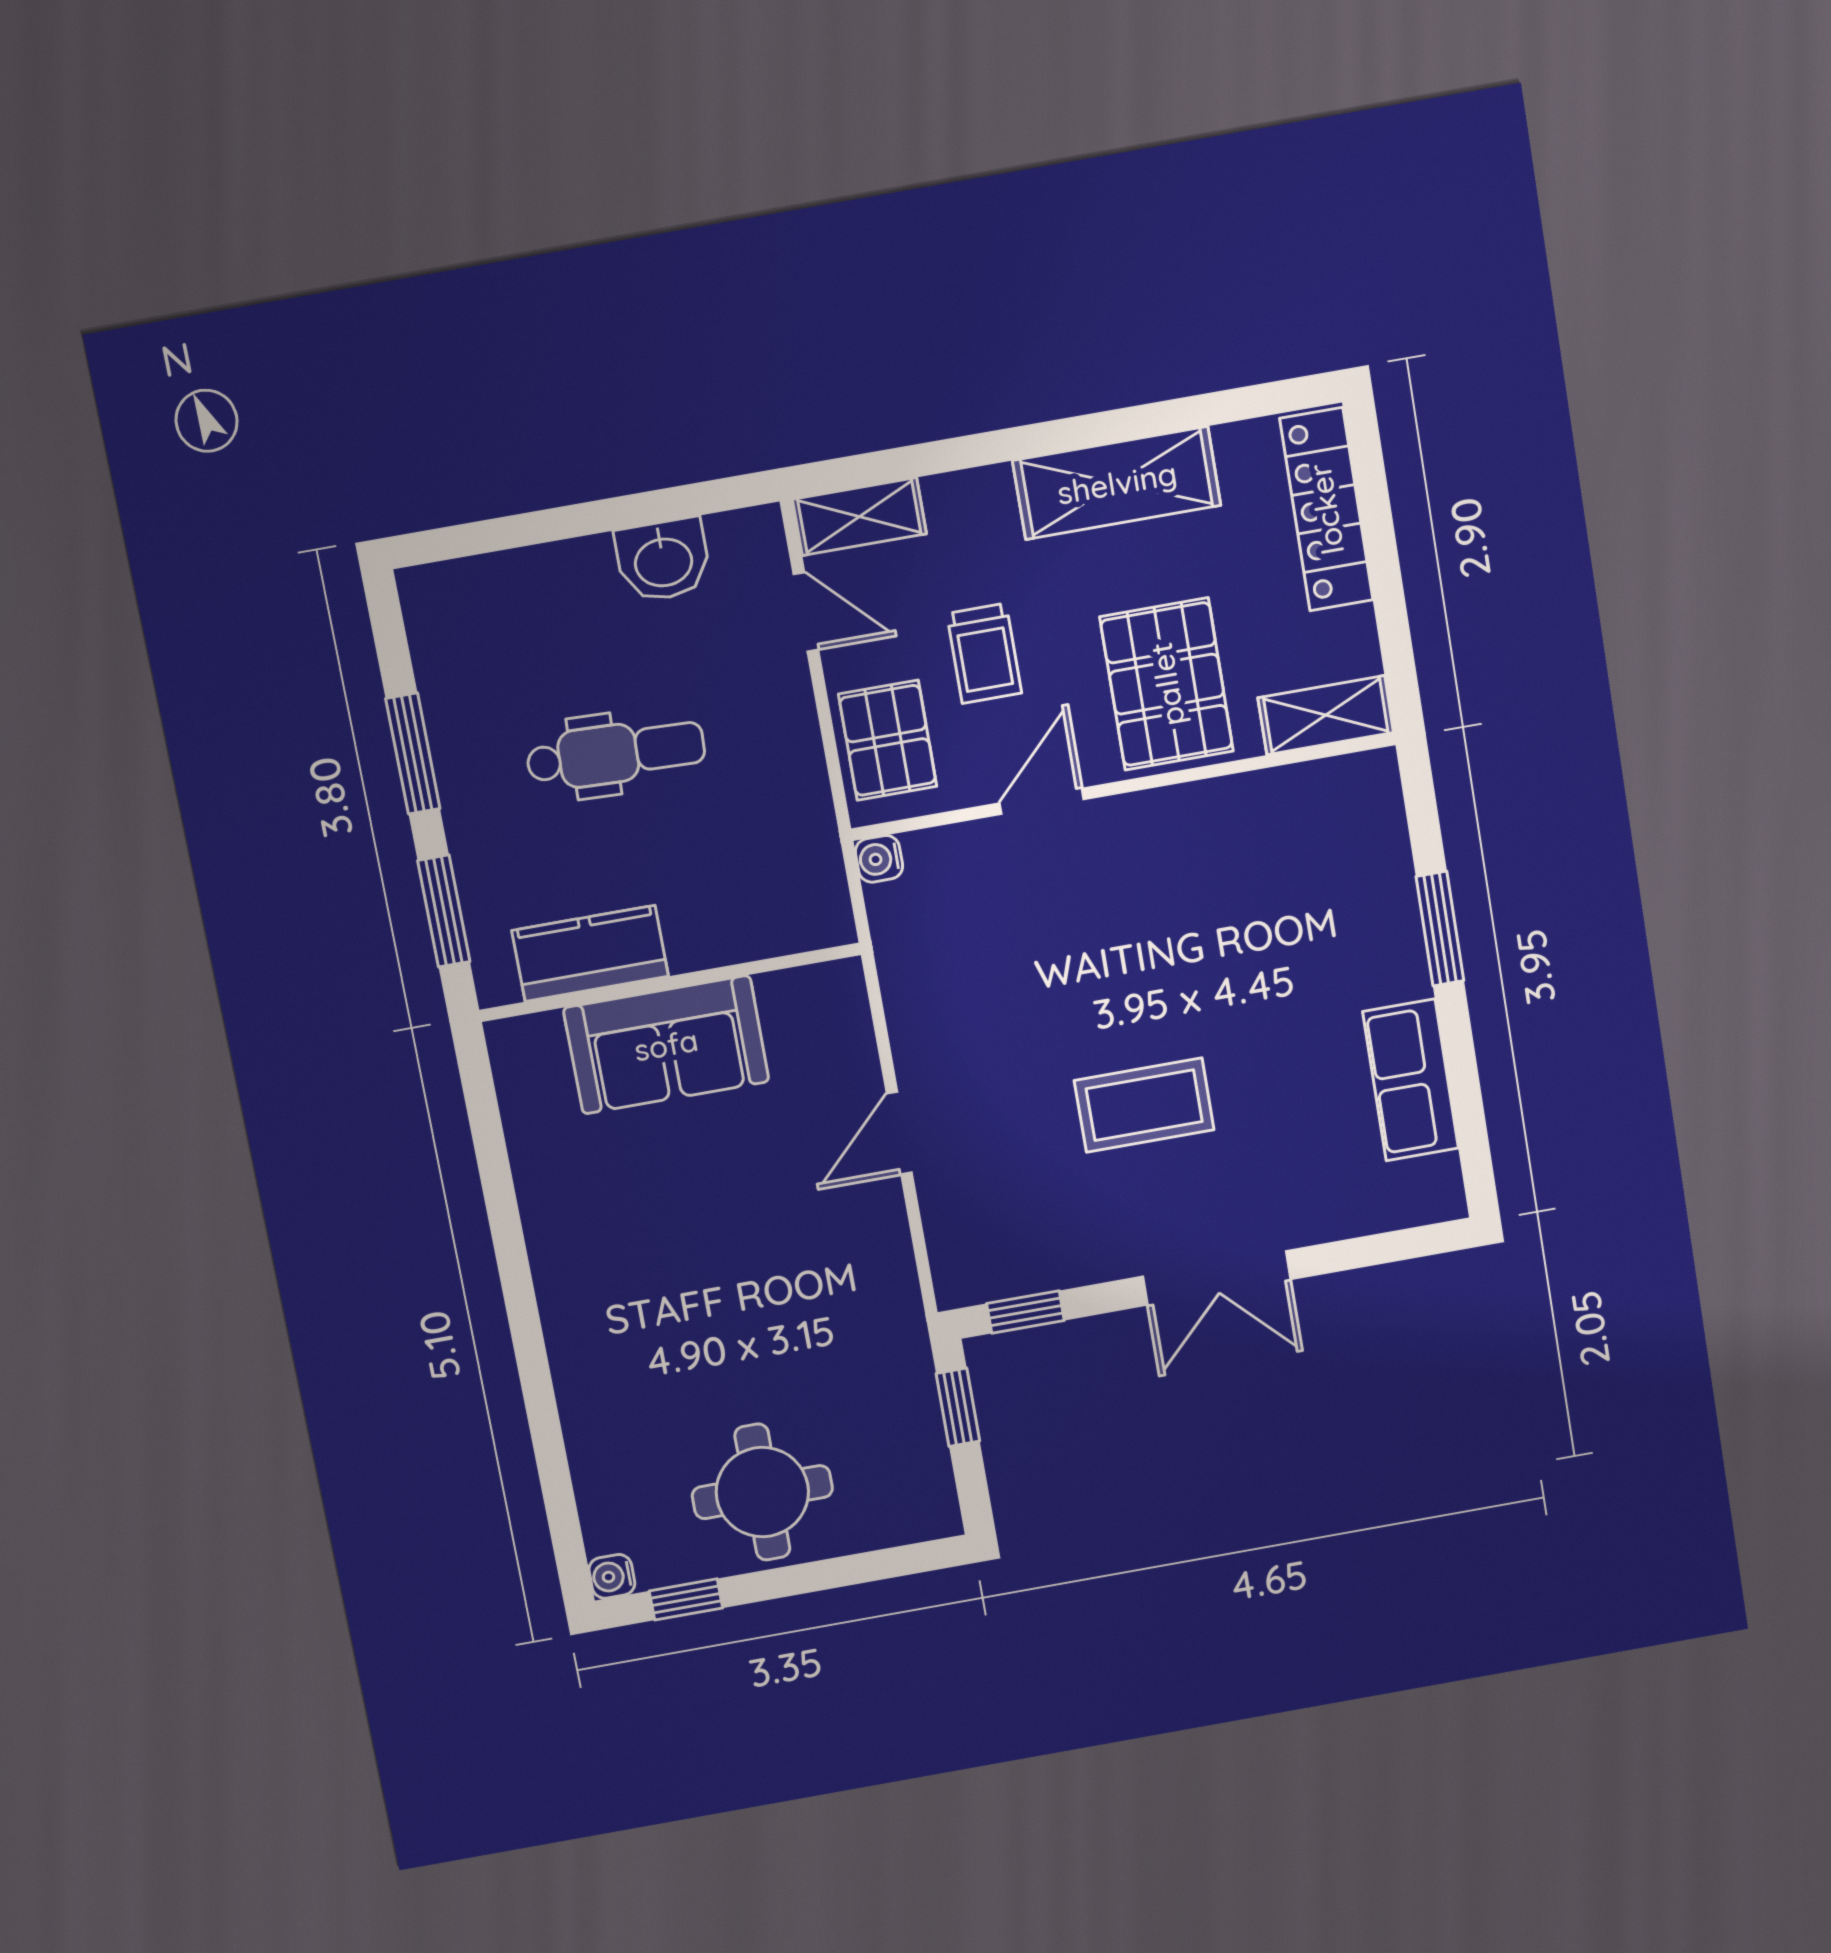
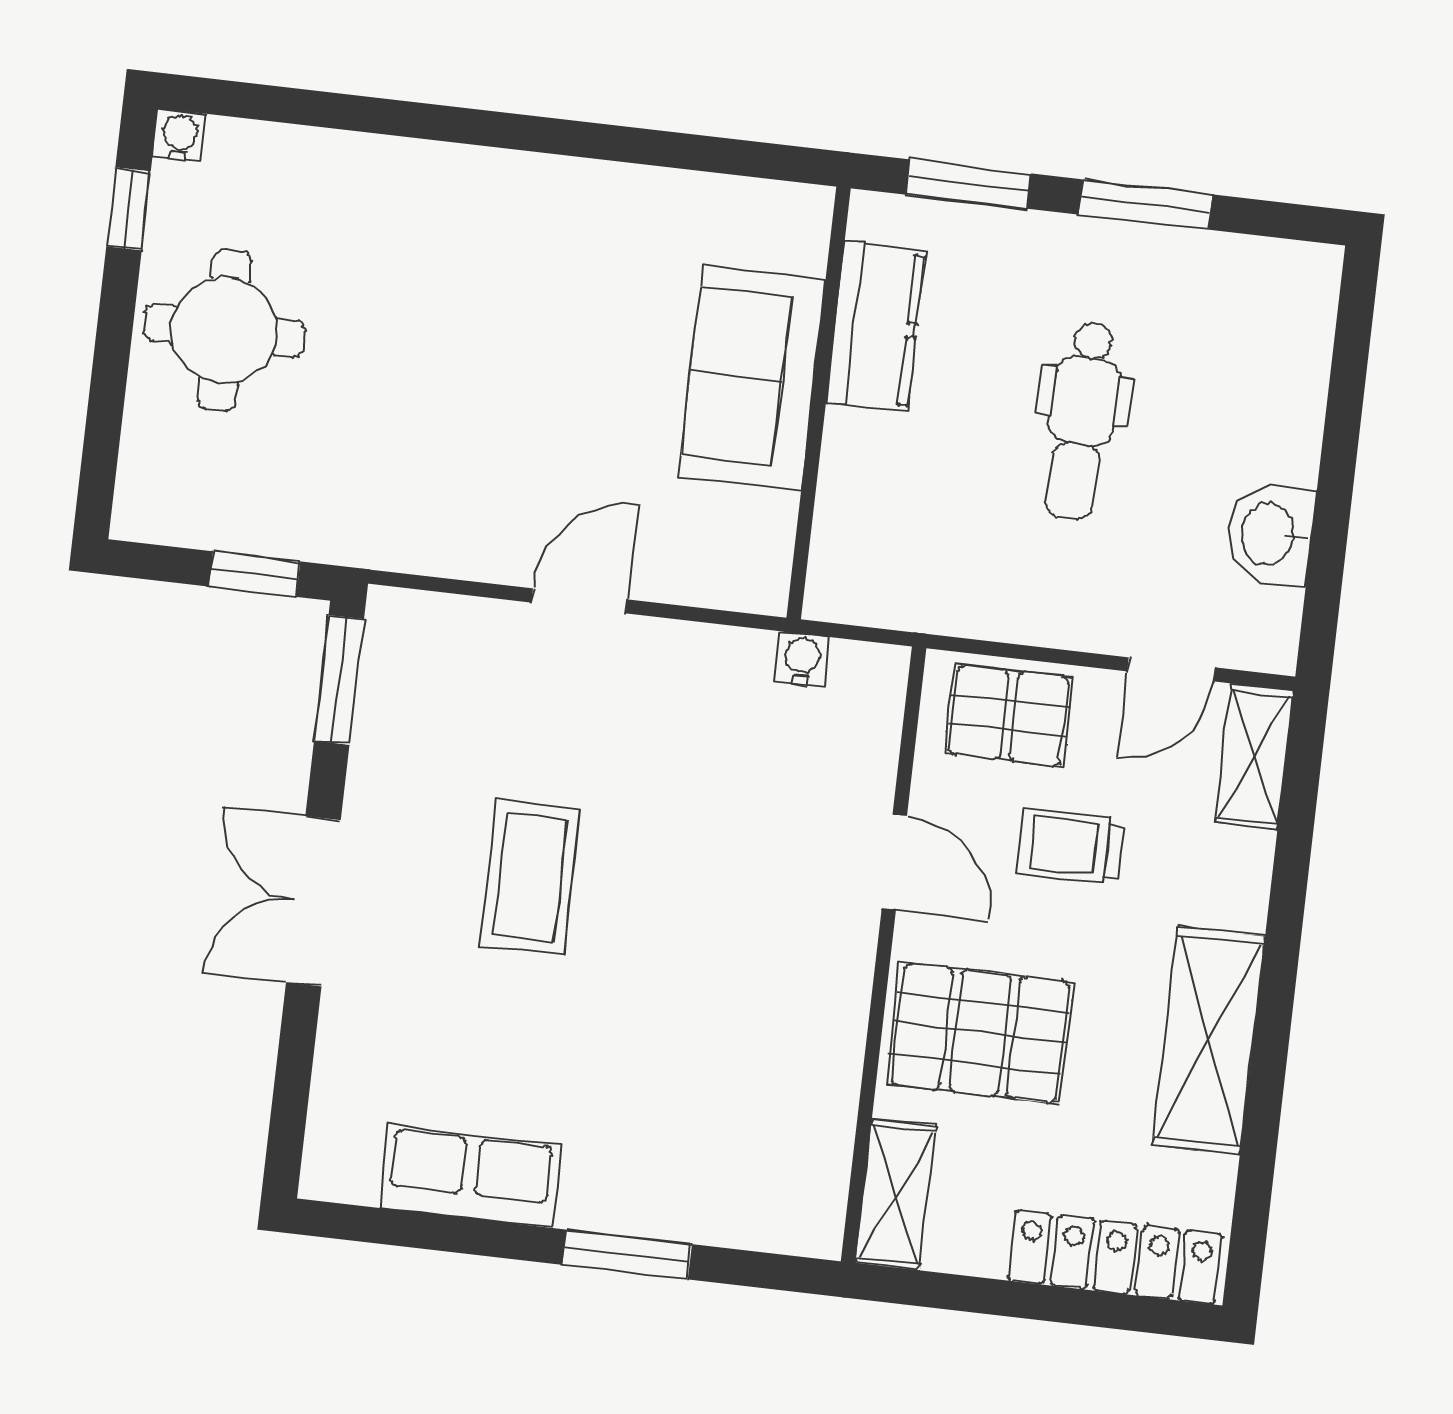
water cooler: (879, 859) -> (802, 659), moved
door: (899, 1133) -> (579, 601), hinge flipped
window: (1025, 1312) -> (339, 680), width x1.50

